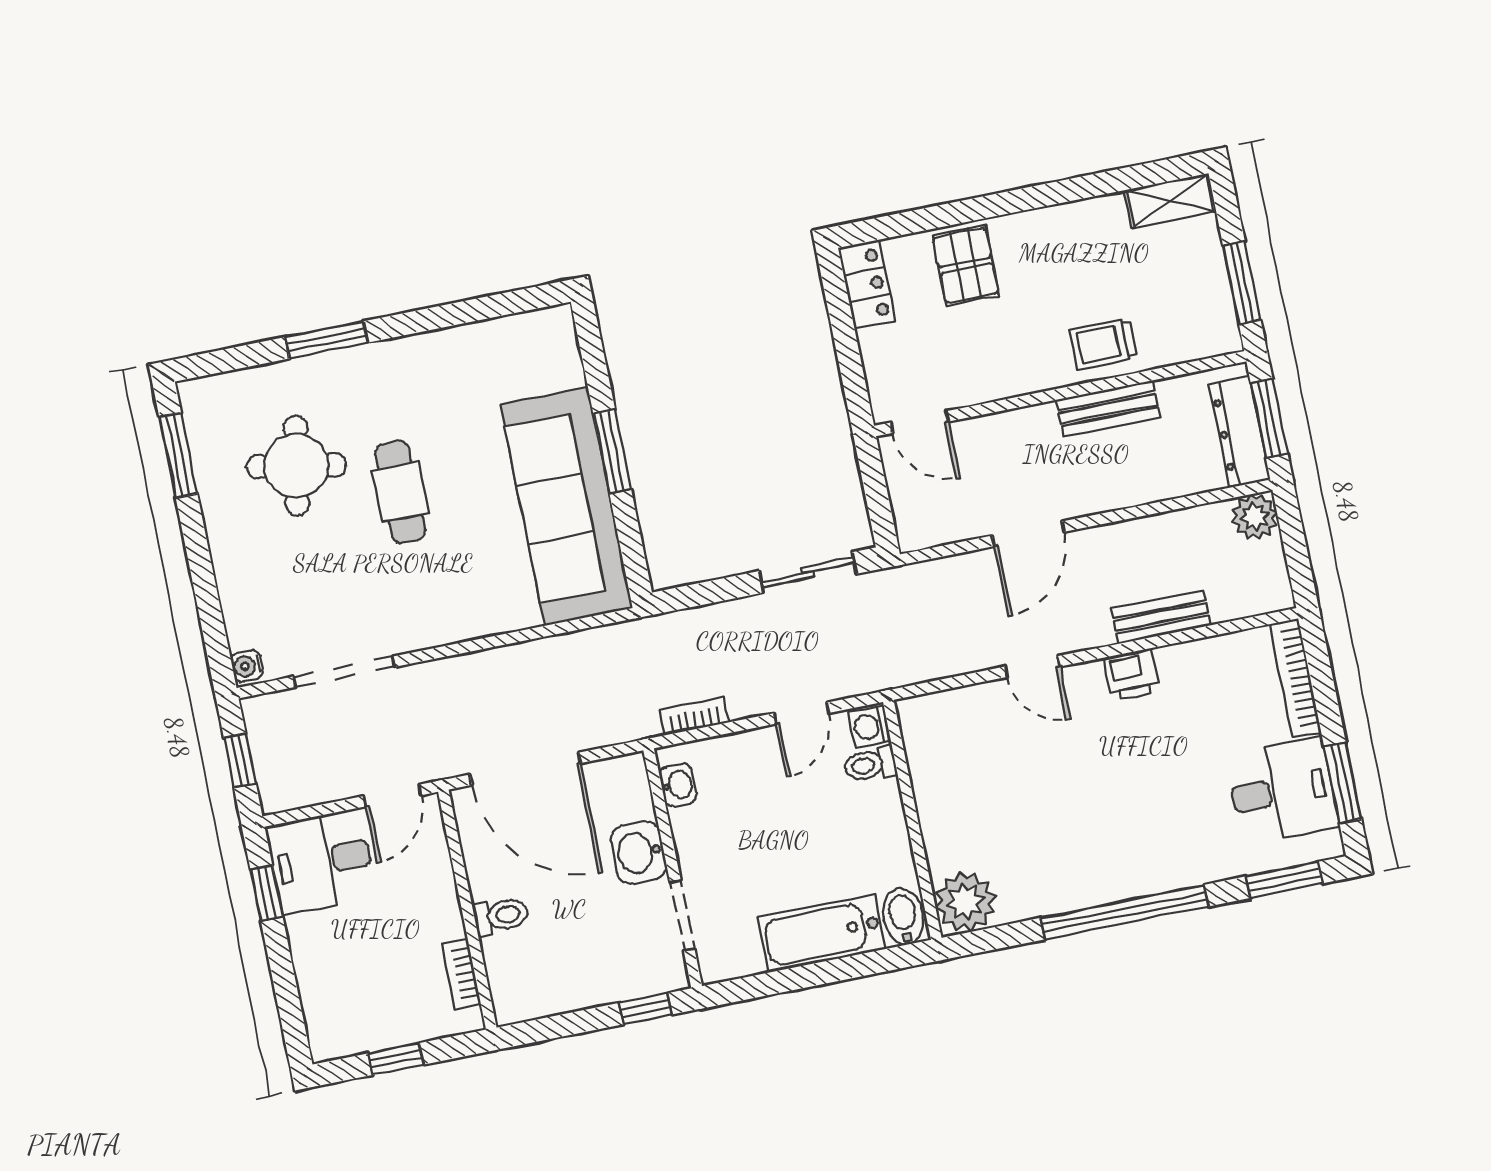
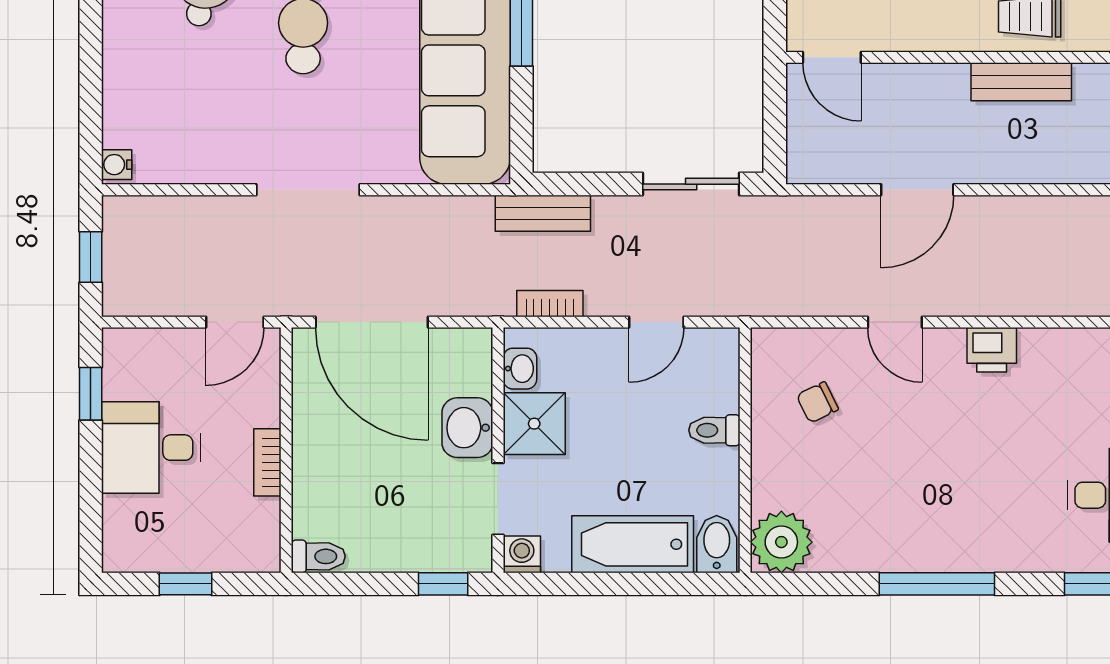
bench: (1161, 617) -> (543, 213), moved
doorway: (344, 672) -> (308, 190), moved
washing machine: (869, 726) -> (522, 554), moved, turned 90
chair: (973, 759) -> (817, 402), added
toilet: (870, 764) -> (714, 430), moved
shower: (703, 835) -> (534, 424), added
desk: (321, 862) -> (151, 448), moved
window: (1124, 912) -> (937, 584), width x0.68
toilet: (501, 916) -> (318, 556), moved
bookcase: (461, 974) -> (267, 462), moved

